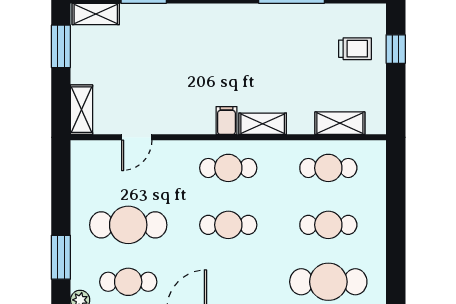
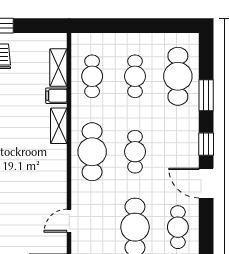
filing cabinet: (226, 121) -> (56, 96), moved
door: (137, 137) -> (69, 221), swing flipped
cafe table: (228, 168) -> (92, 152), width x1.37, depth x1.35

